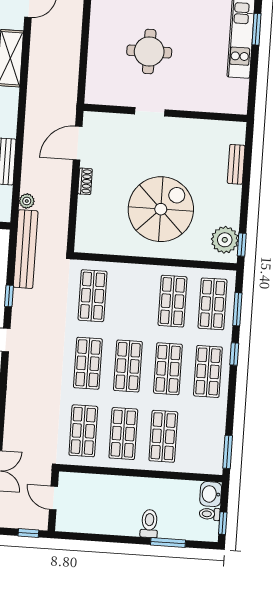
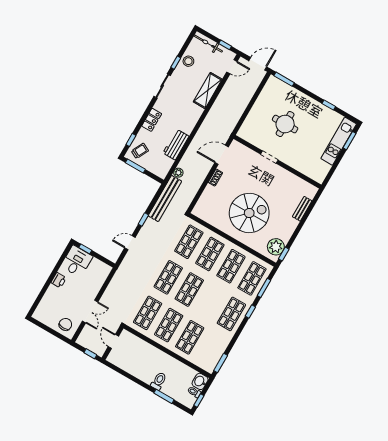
shop shelf: (168, 369) -> (210, 254), moved

